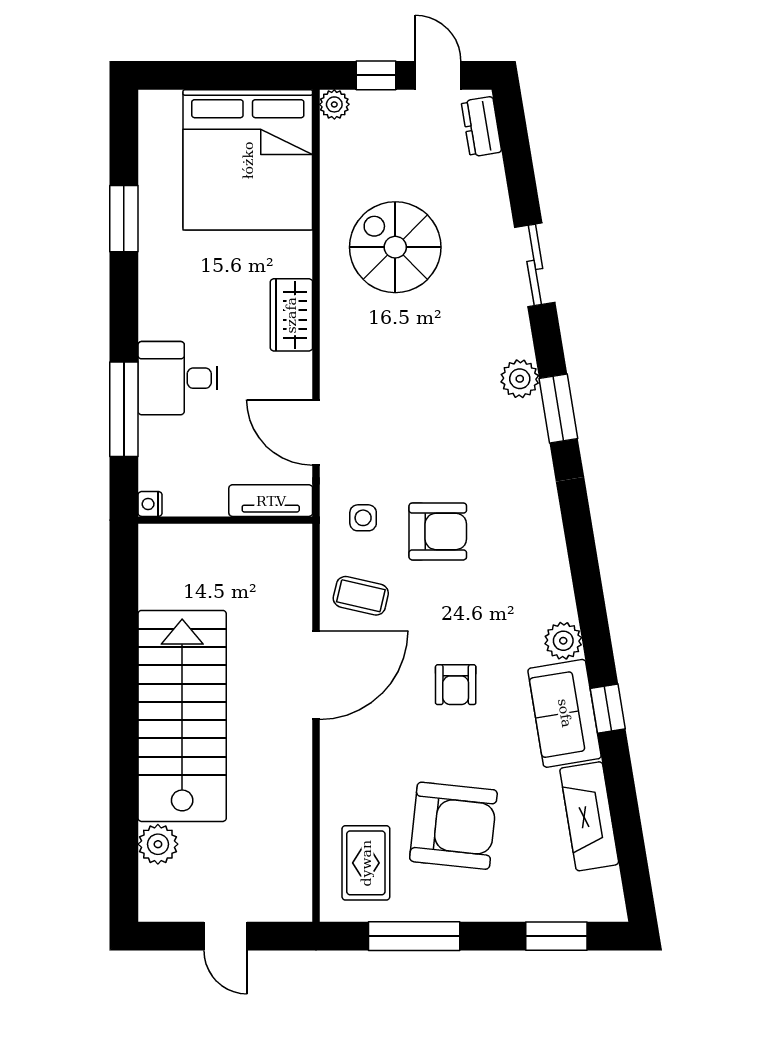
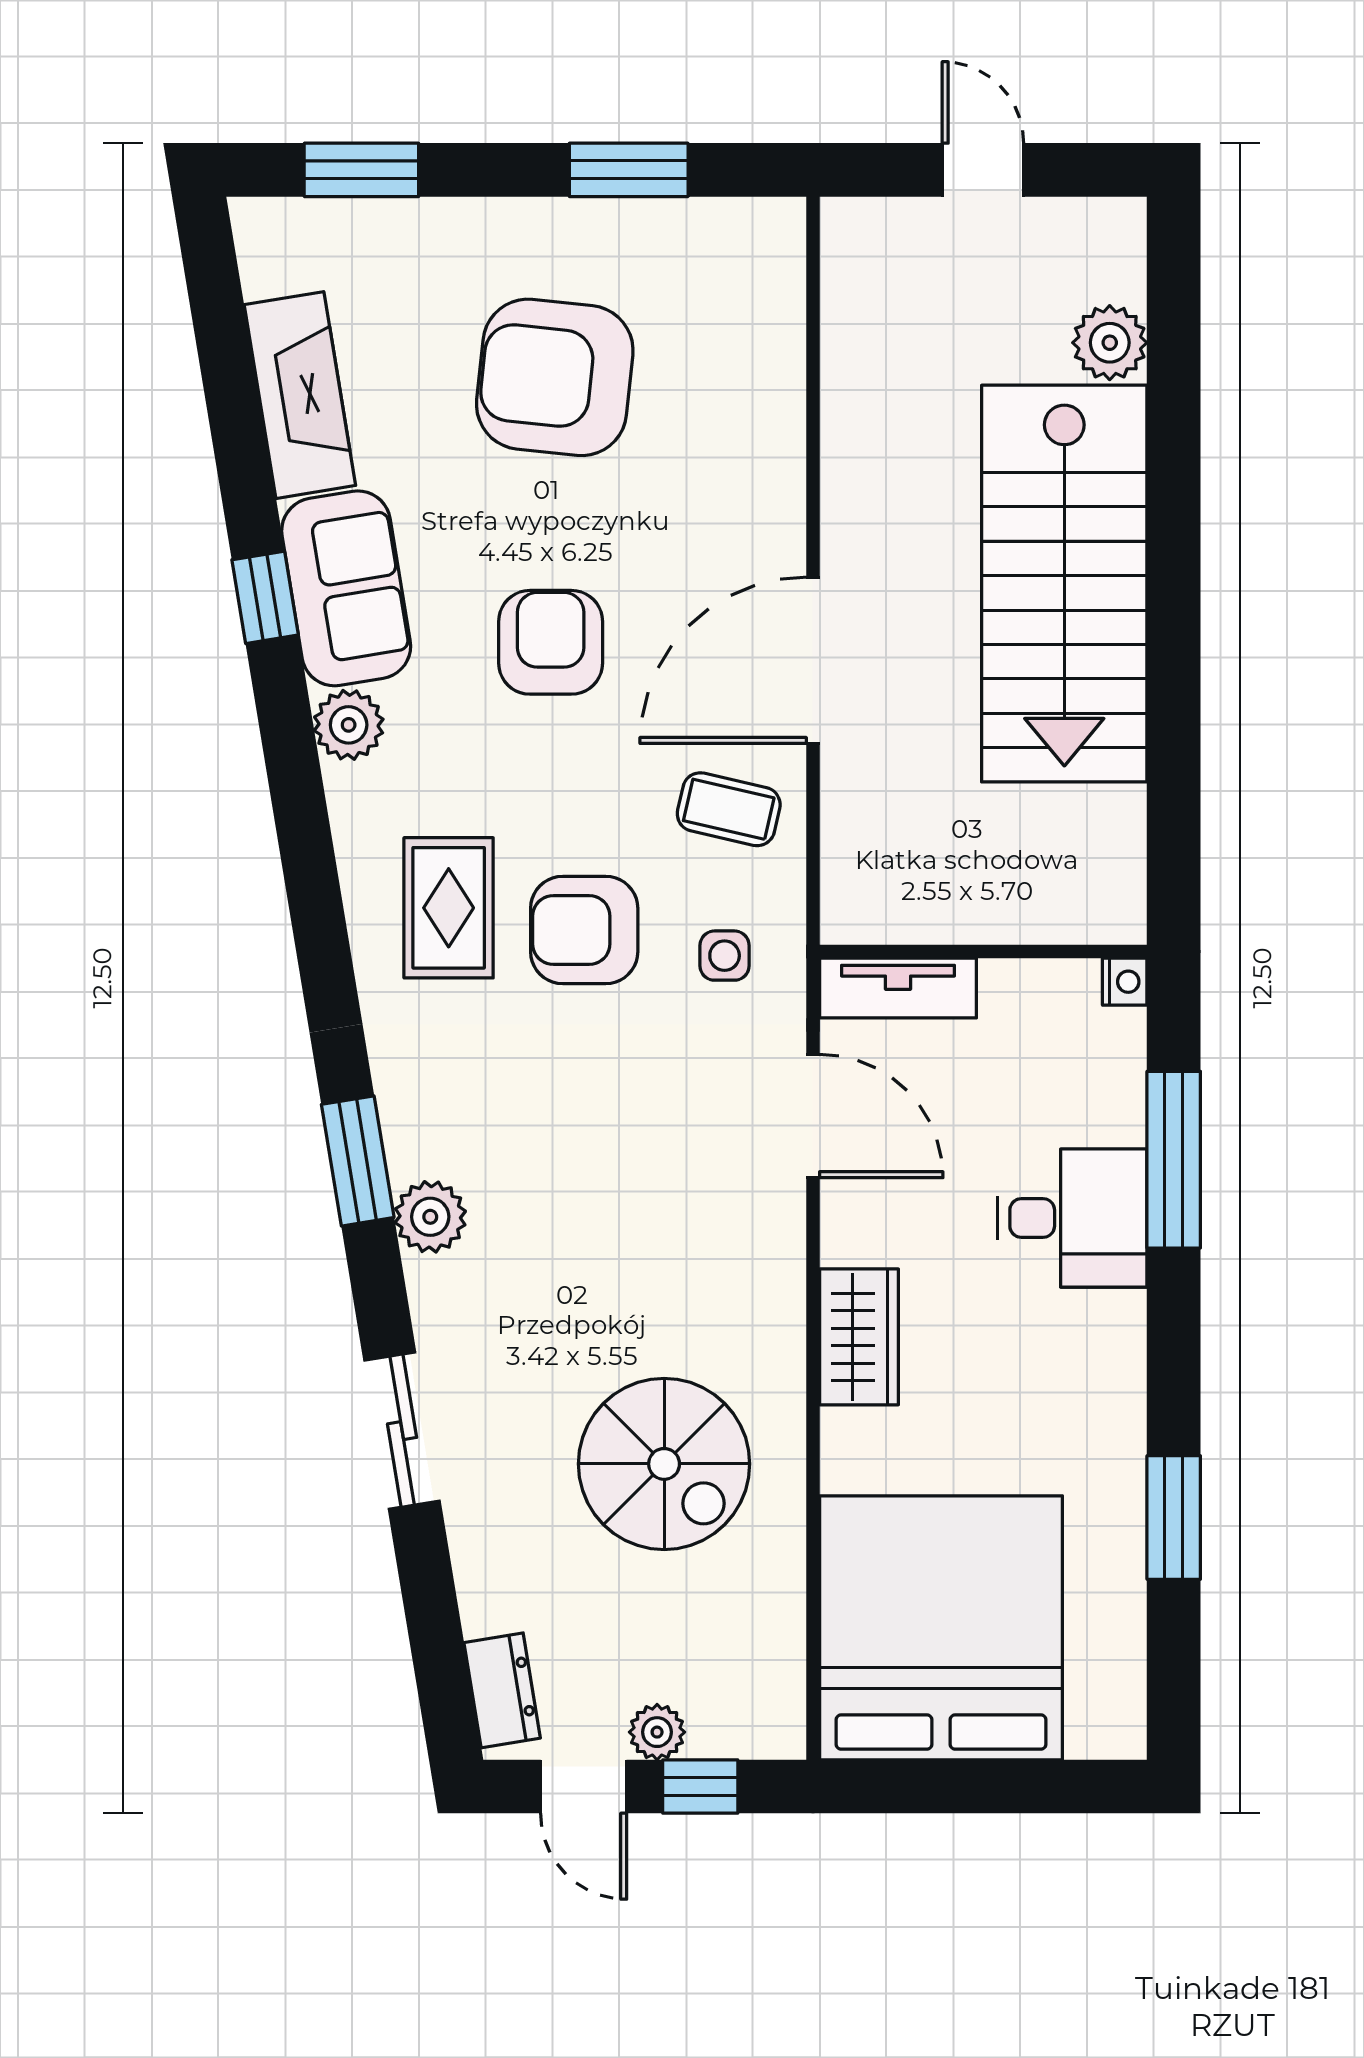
plant: (334, 104) -> (657, 1732), moved
armchair: (456, 685) -> (551, 642), width x1.38, depth x1.38
rug: (366, 863) -> (449, 908), moved
window: (414, 936) -> (629, 170), width x0.69

